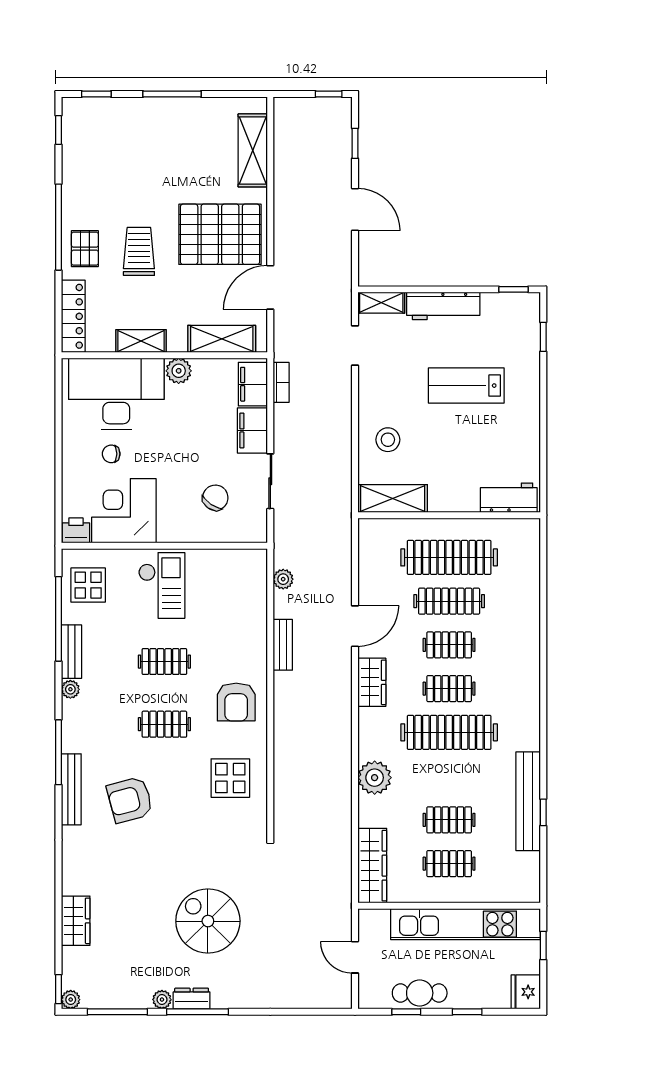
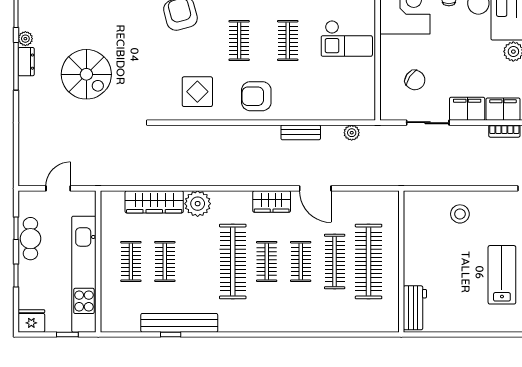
shelving: (393, 498) -> (414, 218), removed
wardrobe: (372, 866) -> (154, 202), moved
spiral stairs: (208, 921) -> (86, 74), turned 90

